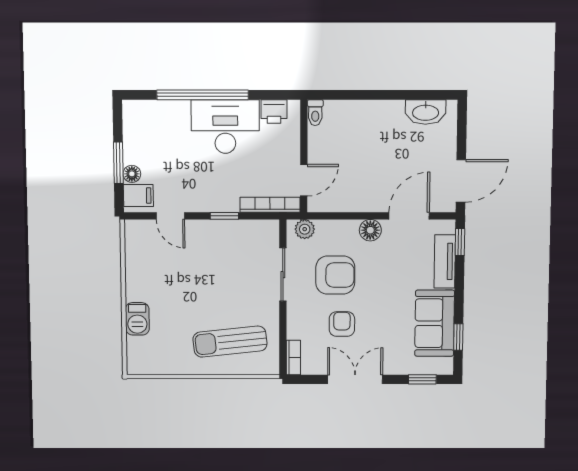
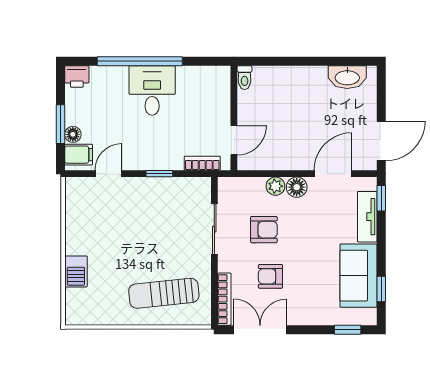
printer: (274, 111) -> (77, 77), moved
desk: (225, 127) -> (152, 90), width x0.73
bookcase: (270, 205) -> (202, 163), width x0.64
door: (170, 216) -> (109, 174), swing flipped
plant: (305, 229) -> (275, 186), moved
armchair: (335, 275) -> (264, 230), width x0.72, depth x0.72
armchair: (342, 324) -> (270, 276), turned -90
bookcase: (293, 357) -> (224, 299), width x1.56
double door: (355, 379) -> (260, 330), moved

